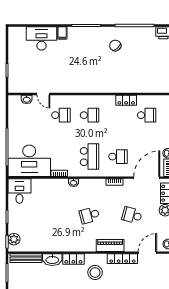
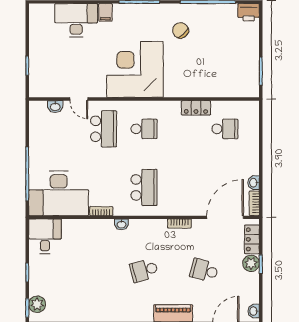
corner desk: (83, 73) -> (135, 69), added
school desk: (61, 115) -> (104, 129), width x1.85
school desk: (118, 157) -> (184, 187), removed

